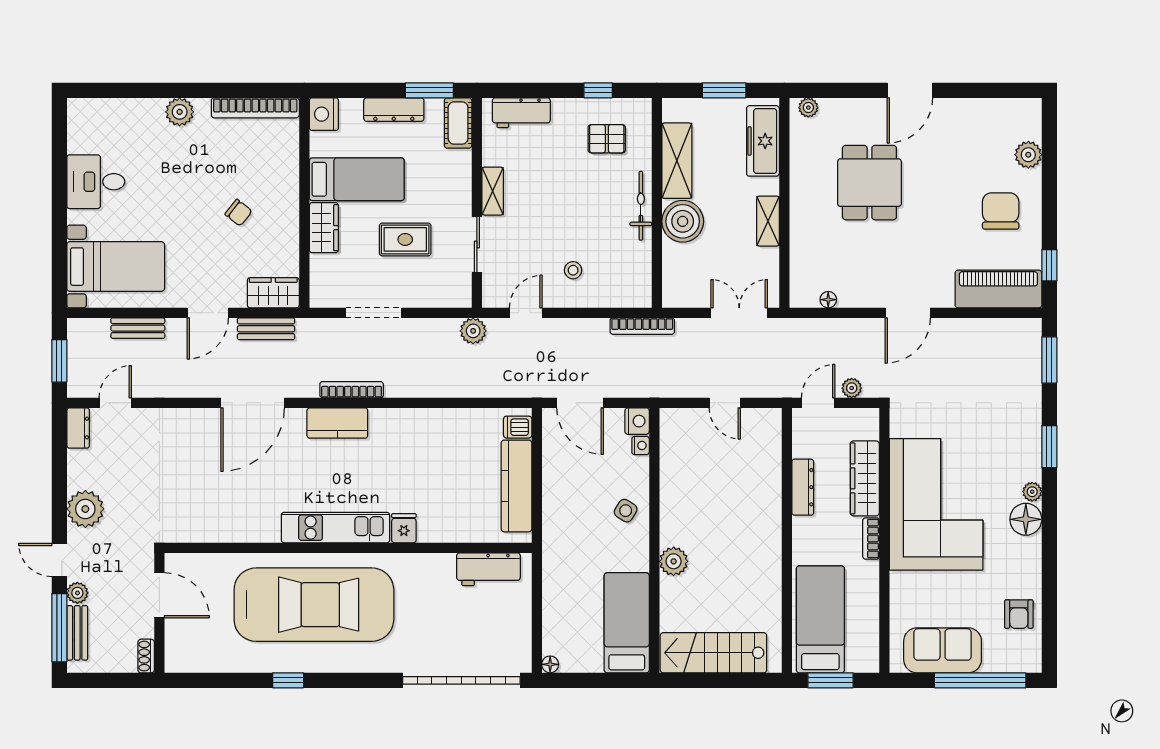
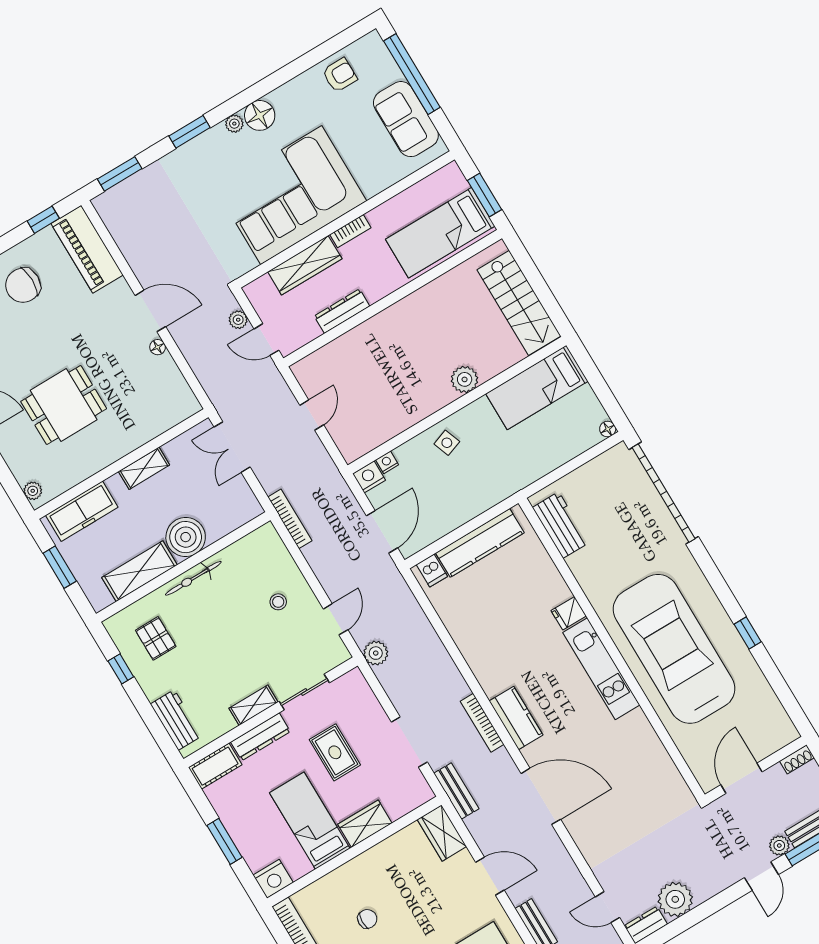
window: (429, 90) -> (224, 841), moved
dresser: (394, 110) -> (261, 737), moved, turned 90
chair: (238, 213) -> (367, 919), moved, turned 53
floor lamp: (828, 300) -> (158, 347), moved
door: (526, 313) -> (336, 619), swing flipped
bench: (266, 329) -> (456, 791), moved
plant: (85, 509) -> (675, 899), moved
side table: (626, 511) -> (447, 443), turned 38

